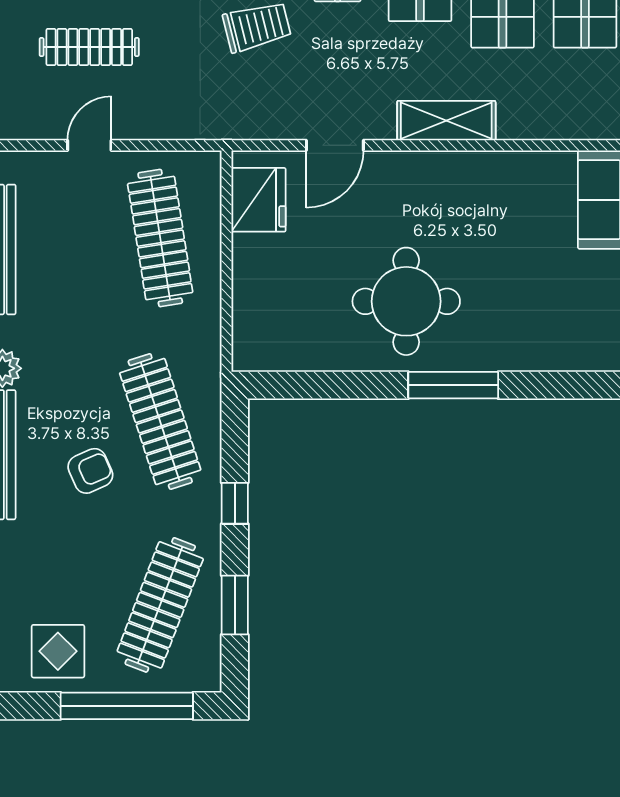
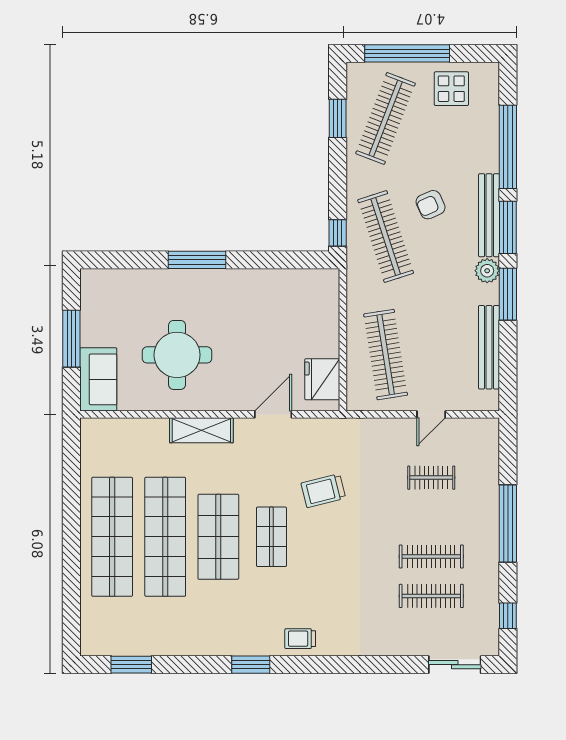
clothes rail: (89, 47) -> (431, 478), width x0.73
round table: (406, 301) -> (177, 355), moved
window: (235, 503) -> (338, 233), moved

